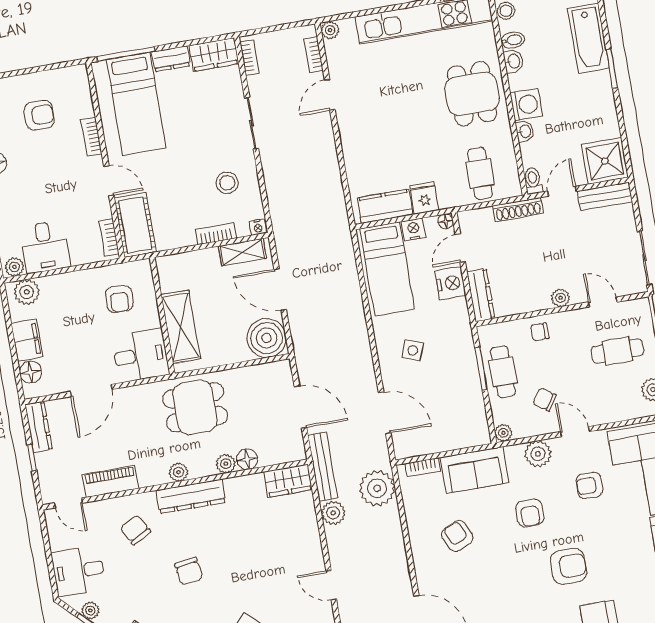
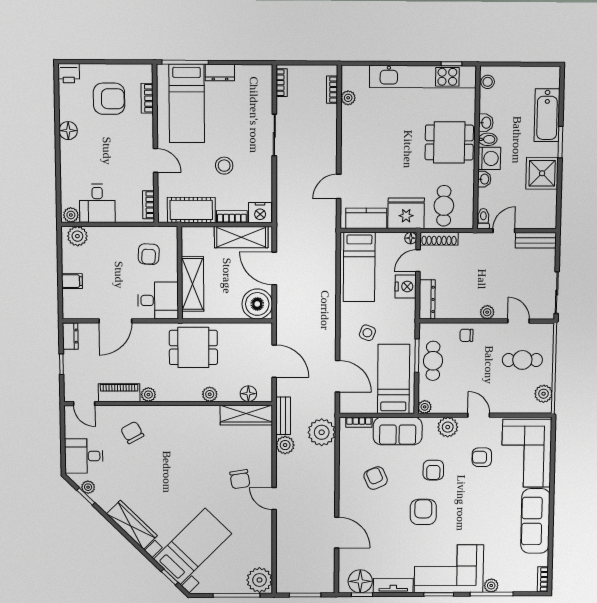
plant: (330, 30) -> (348, 98), moved
bidet: (513, 40) -> (488, 139), moved
wardrobe: (214, 55) -> (254, 75), removed
dining table: (472, 94) -> (449, 142), turned 90
door: (330, 95) -> (339, 186), moved
armchair: (39, 115) -> (109, 99), width x1.38, depth x1.38
bookcase: (91, 137) -> (147, 98), moved
shower: (605, 161) -> (542, 173), moved
stool: (227, 183) -> (224, 166), moved
fridge: (424, 198) -> (406, 213), width x1.88, depth x1.34
shoe rack: (518, 210) -> (439, 239), moved
cot: (135, 225) -> (191, 210), moved, turned 90
nightstand: (258, 227) -> (260, 213), width x1.89, depth x1.79
nightstand: (414, 229) -> (385, 240), removed
shelving: (242, 252) -> (241, 237), width x1.50, depth x1.33
filing cabinet: (27, 340) -> (72, 281), width x0.50
floor lamp: (31, 372) -> (71, 299), removed
chair: (545, 399) -> (461, 387), removed
bed: (457, 404) -> (394, 379), added
dresser: (39, 427) -> (70, 336), width x0.70
floor lamp: (247, 459) -> (248, 394), moved
bench: (323, 467) -> (283, 416), width x0.73
plant: (178, 472) -> (148, 395), moved
wardrobe: (288, 481) -> (246, 415), width x1.50
dresser: (191, 496) -> (179, 414), removed
armchair: (568, 566) -> (423, 512), moved, turned -90
chair: (189, 571) -> (240, 479), moved

